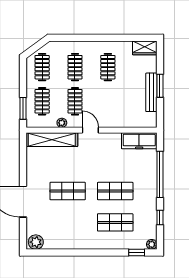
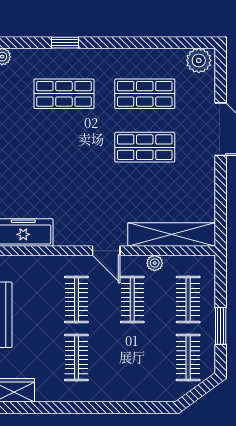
clothes rail: (75, 67) -> (76, 300), moved
window: (23, 108) -> (221, 326), moved
shop shelf: (115, 191) -> (145, 94), moved
window: (137, 253) -> (65, 43), moved

